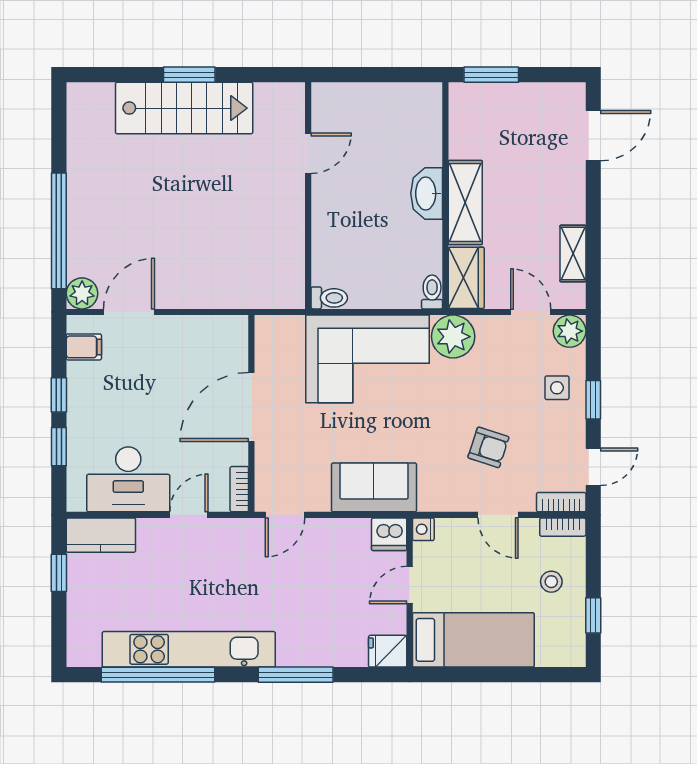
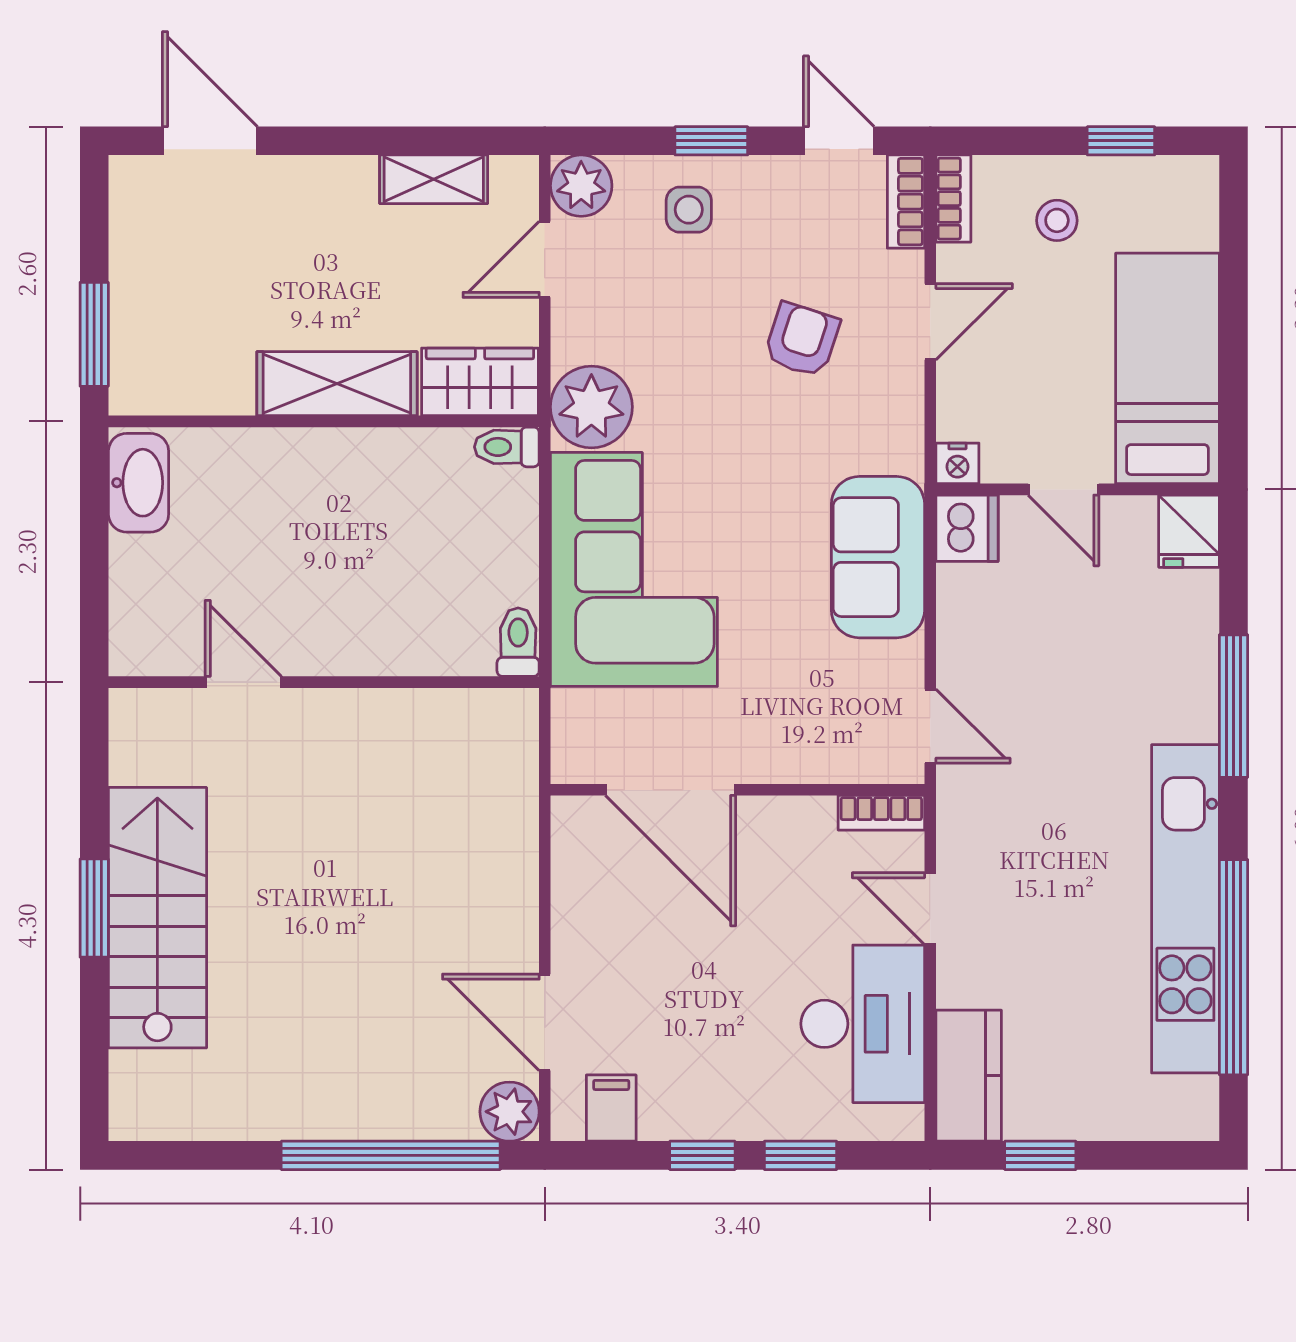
washbasin: (427, 193) -> (139, 483), moved, turned -90
door: (251, 407) -> (671, 790), moved

